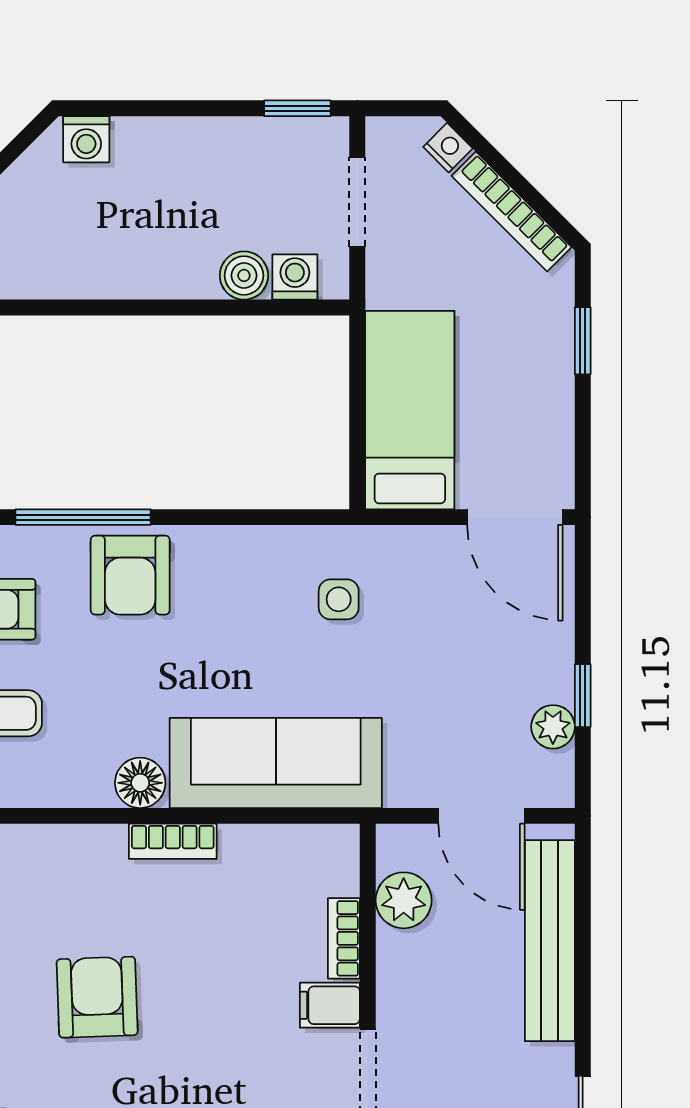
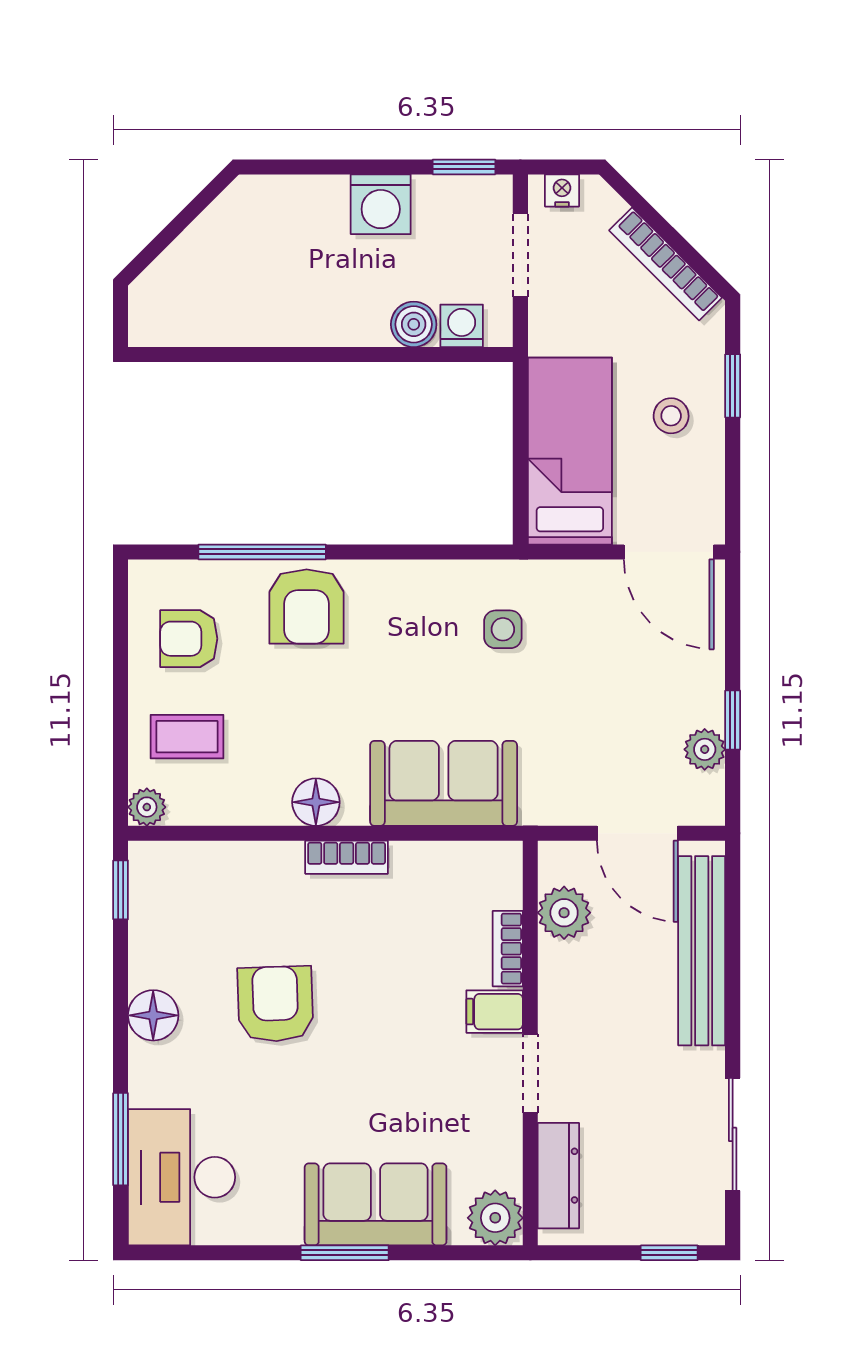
washing machine: (86, 139) -> (381, 204), moved, width x1.38, depth x1.38
nightstand: (448, 148) -> (562, 190), moved, turned -45
stool: (517, 373) -> (671, 416), added
sofa: (276, 763) -> (444, 783), width x0.73

